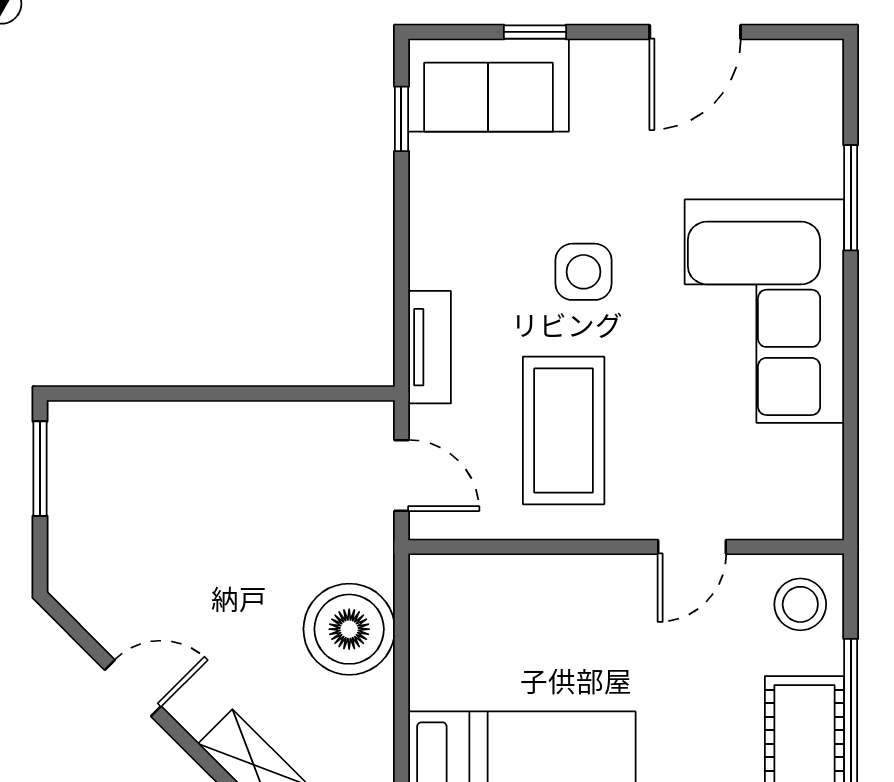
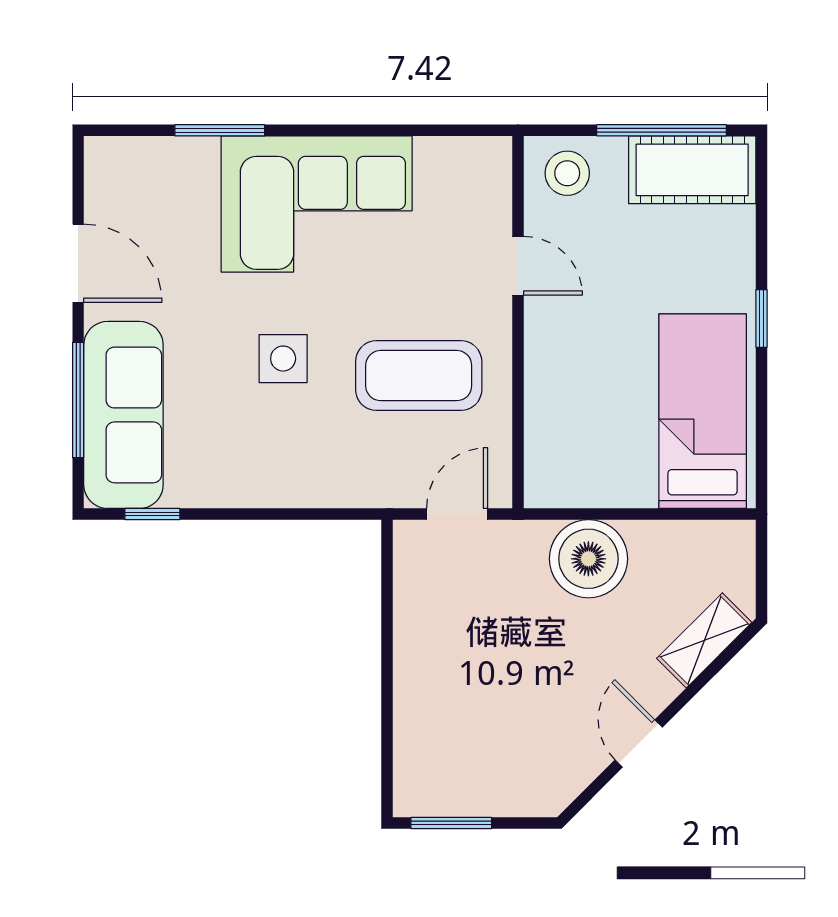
window: (535, 32) -> (78, 400), width x2.17
sofa: (488, 85) -> (123, 415), width x1.36
tv unit: (429, 347) -> (347, 490), removed

